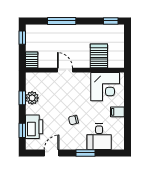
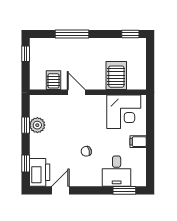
server rack: (32, 60) -> (54, 80), moved
printer: (34, 127) -> (40, 172), moved
window: (85, 153) -> (124, 190), moved

